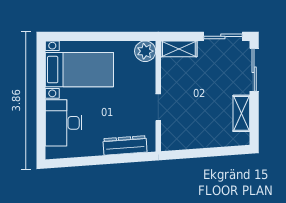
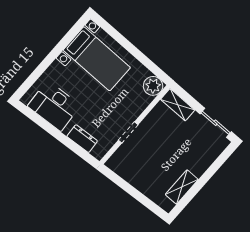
sliding door: (254, 70) -> (217, 165), removed
desk: (64, 123) -> (54, 106), moved, turned -94
dresser: (125, 145) -> (82, 139), width x0.70

